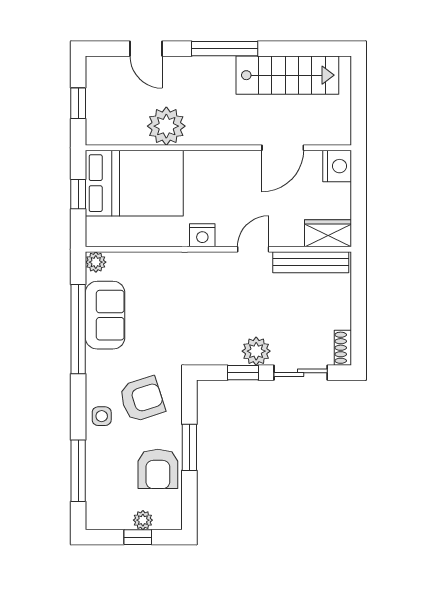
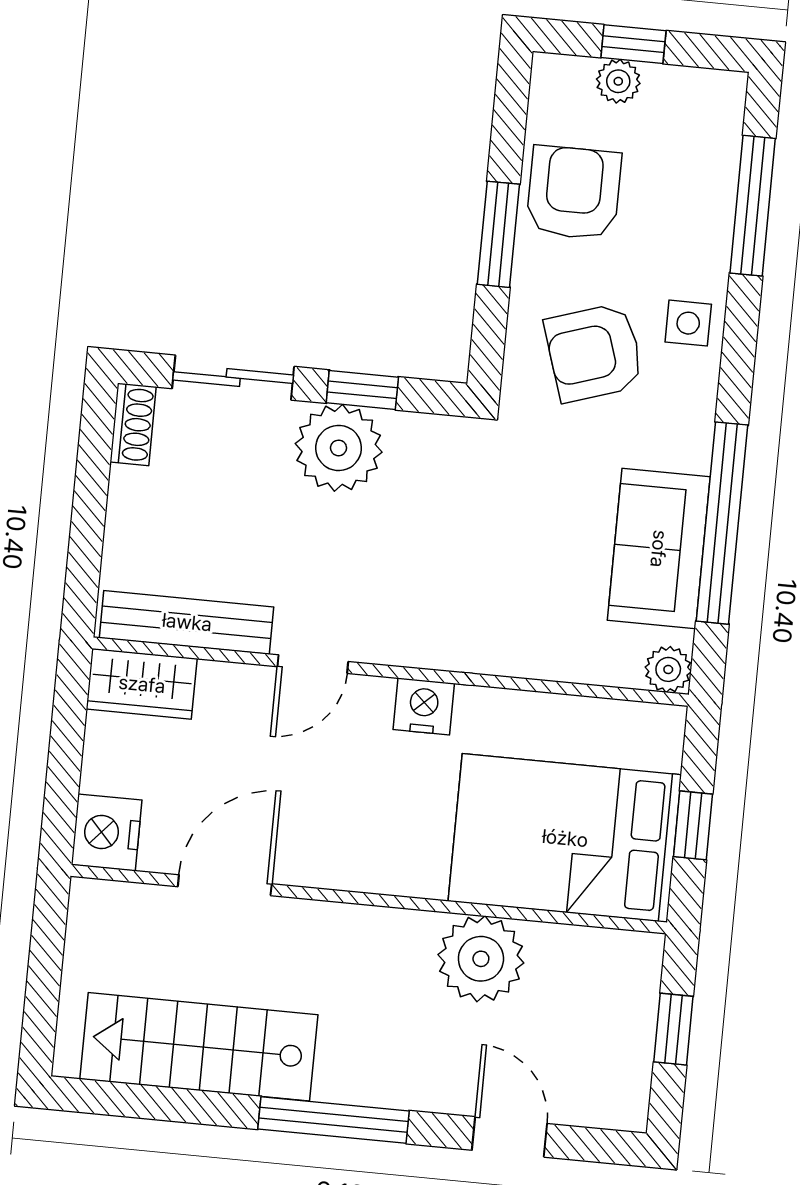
plant: (256, 351) -> (339, 448), width x1.36, depth x1.36

